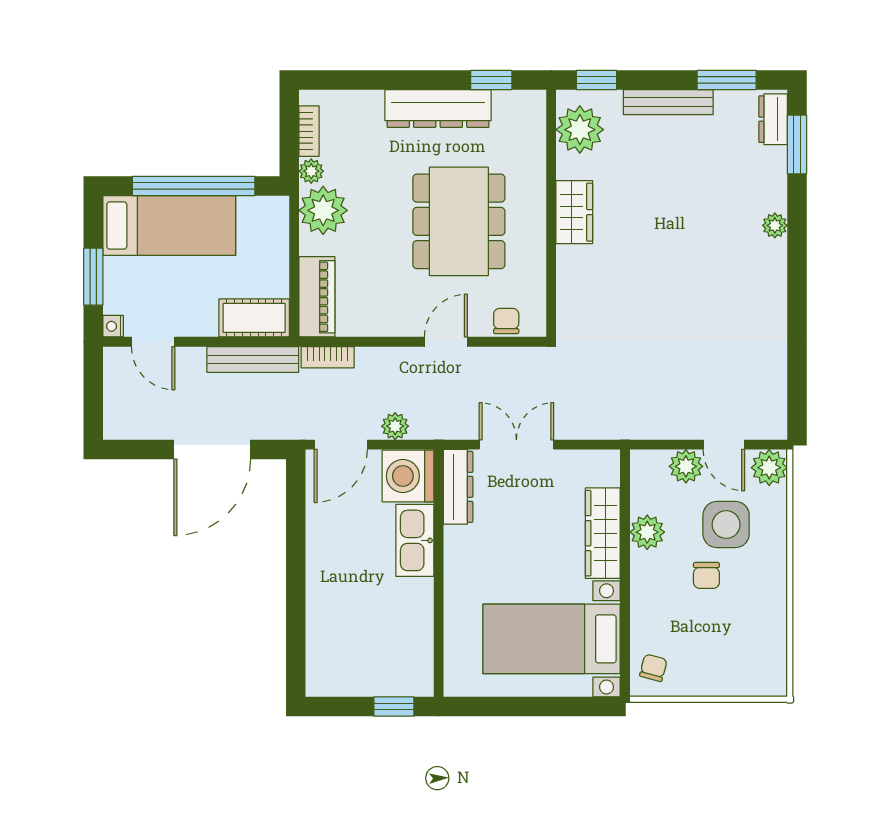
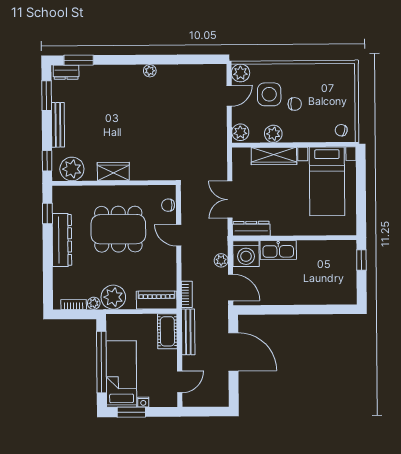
plant: (775, 225) -> (150, 71), moved
window: (93, 277) -> (131, 412), moved
nightstand: (113, 326) -> (143, 402), moved
plant: (686, 466) -> (240, 132), moved

